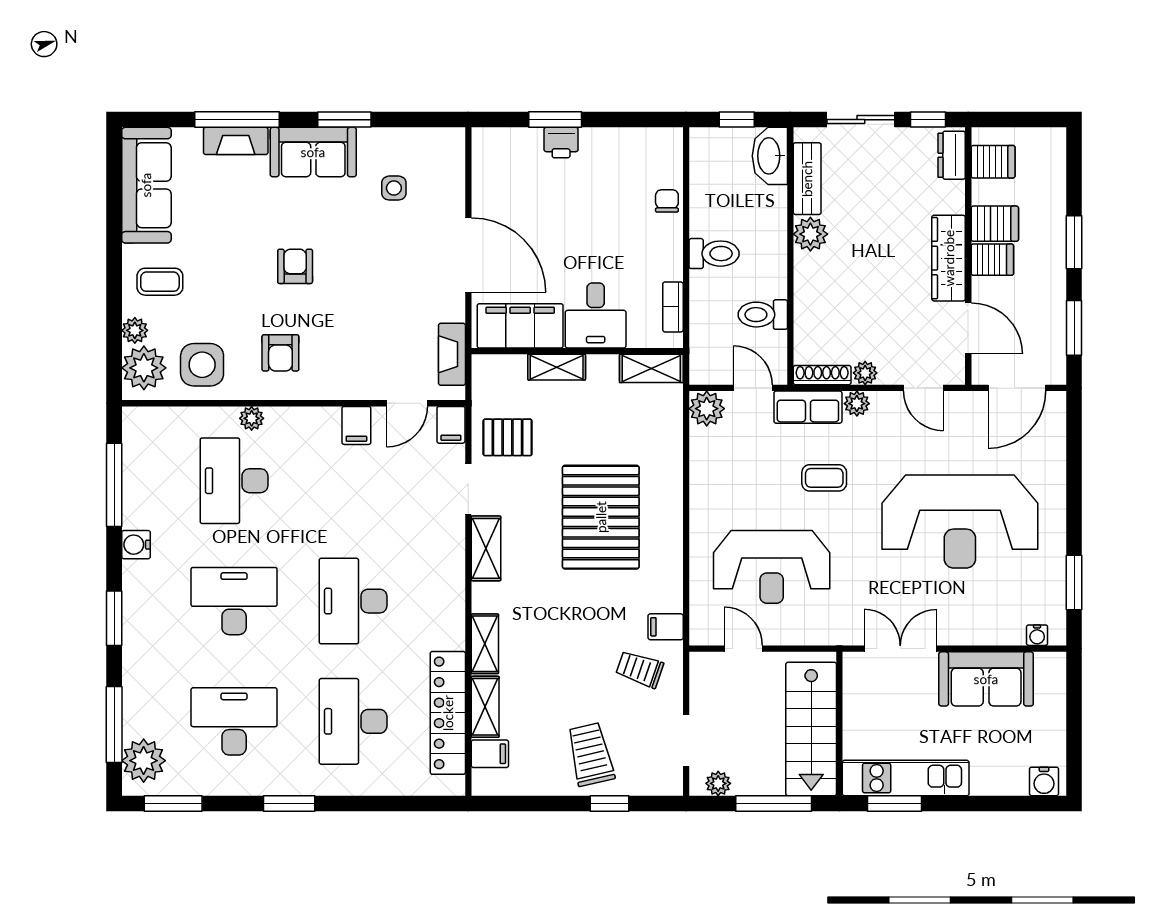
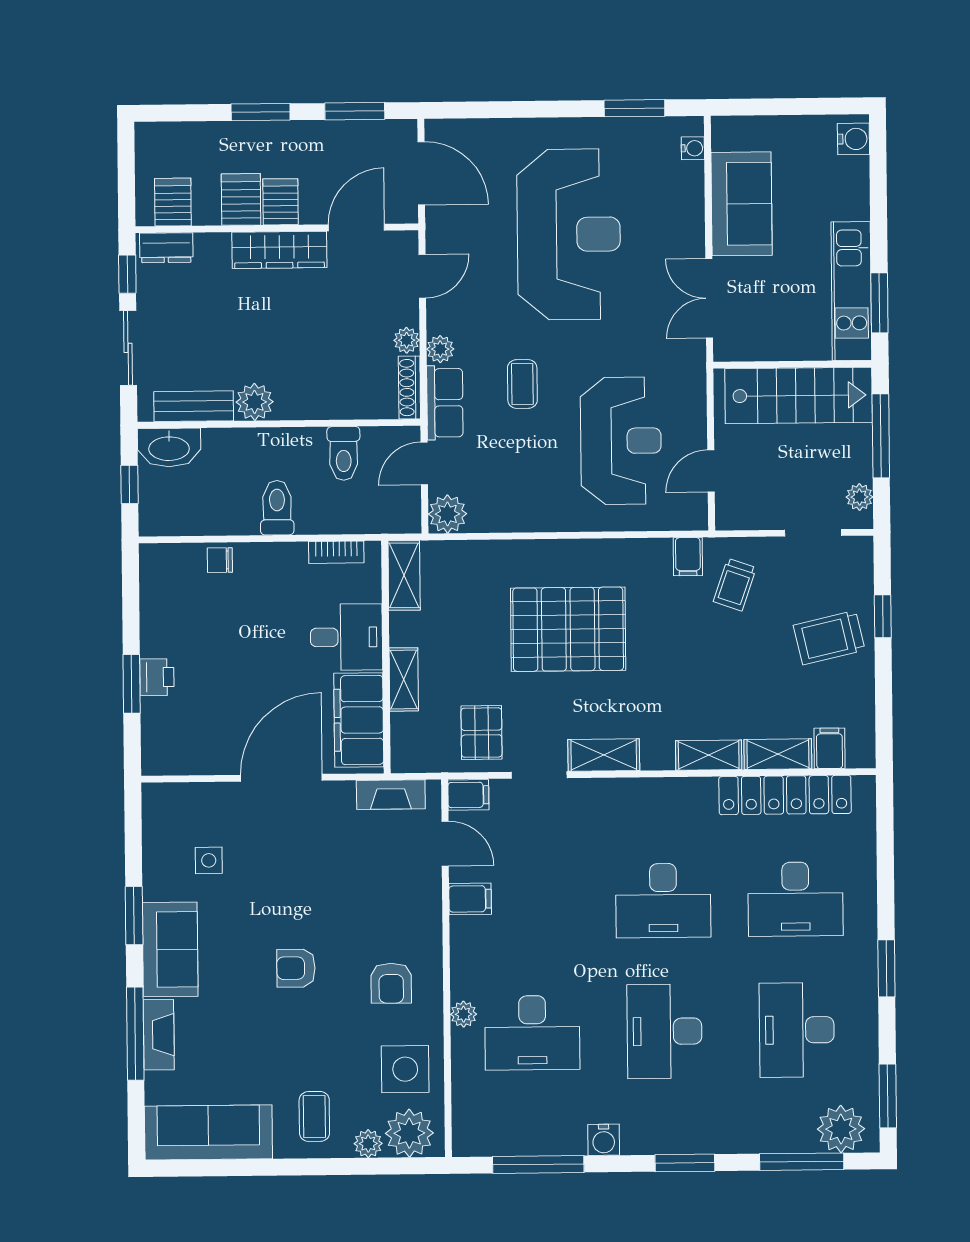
armchair: (280, 353) -> (391, 983), turned 90

